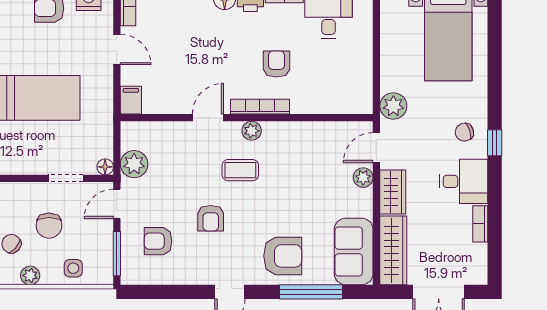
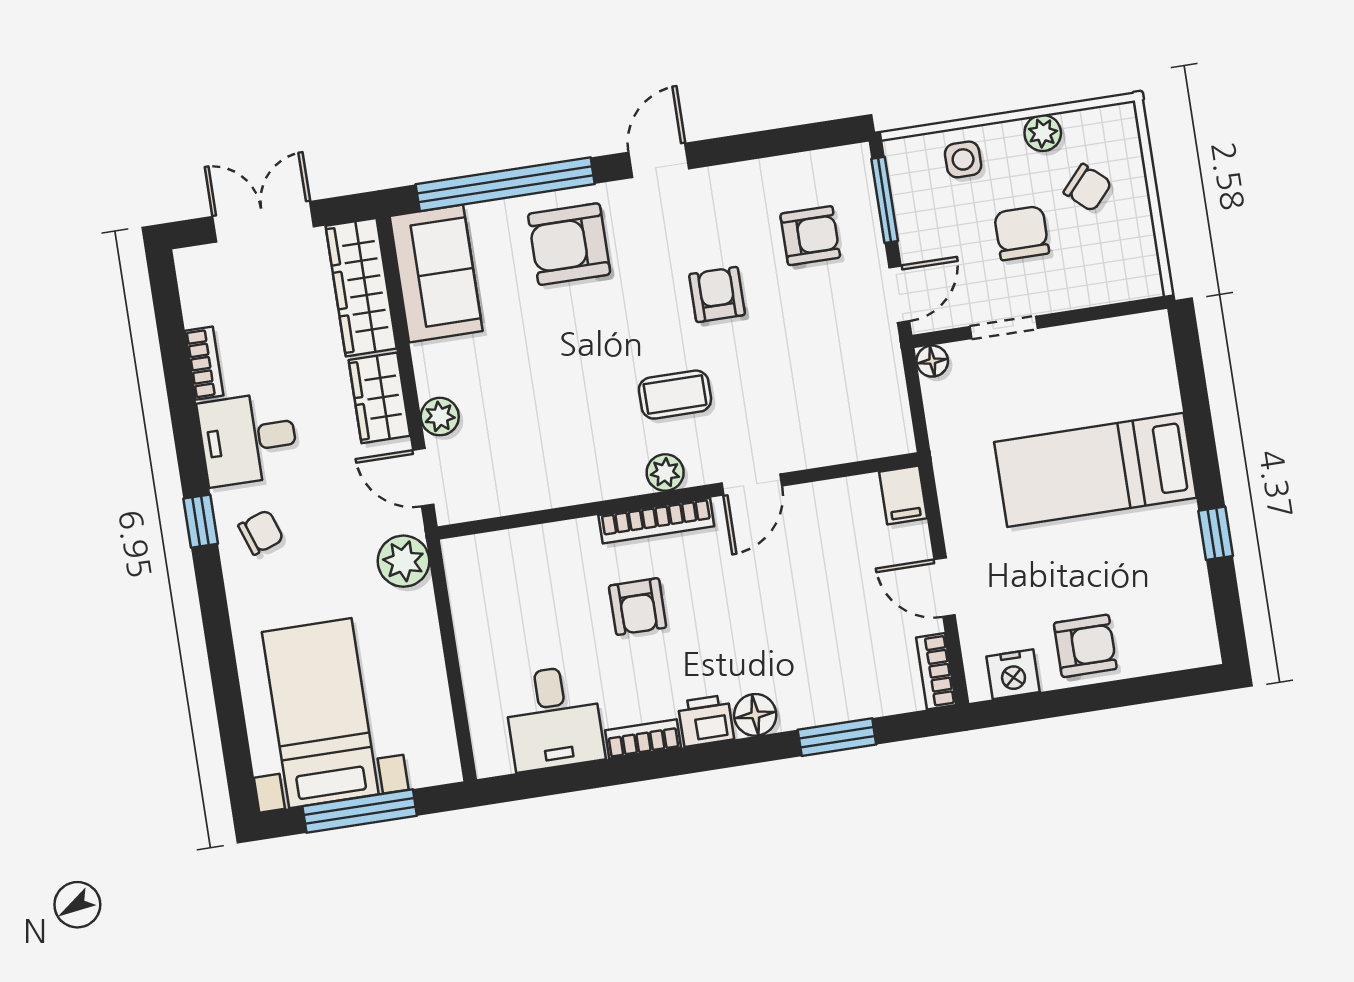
door: (376, 148) -> (423, 477), swing flipped
plant: (134, 164) -> (878, 375), removed
window: (311, 292) -> (505, 184), width x1.46

